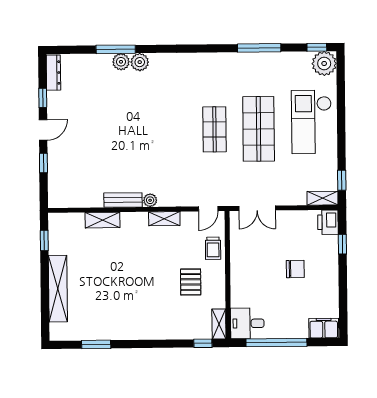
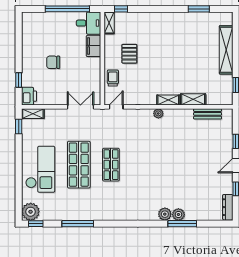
bench: (123, 200) -> (208, 114), moved
shelving: (164, 219) -> (168, 100), moved
filing cabinet: (324, 328) -> (93, 46), moved, turned 90

